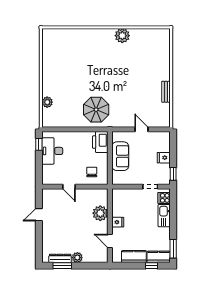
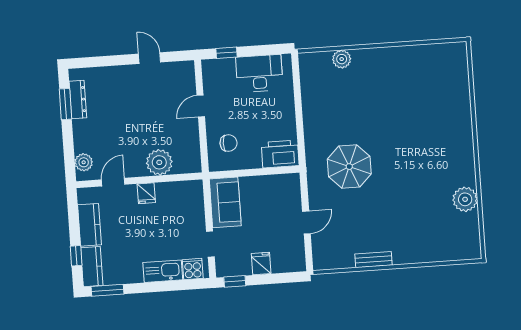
plant: (122, 36) -> (465, 199), moved
parasol: (96, 110) -> (349, 167), moved
window: (39, 144) -> (226, 53), moved
sofa: (120, 156) -> (225, 202), moved, turned -90
plant: (77, 258) -> (84, 162), moved

